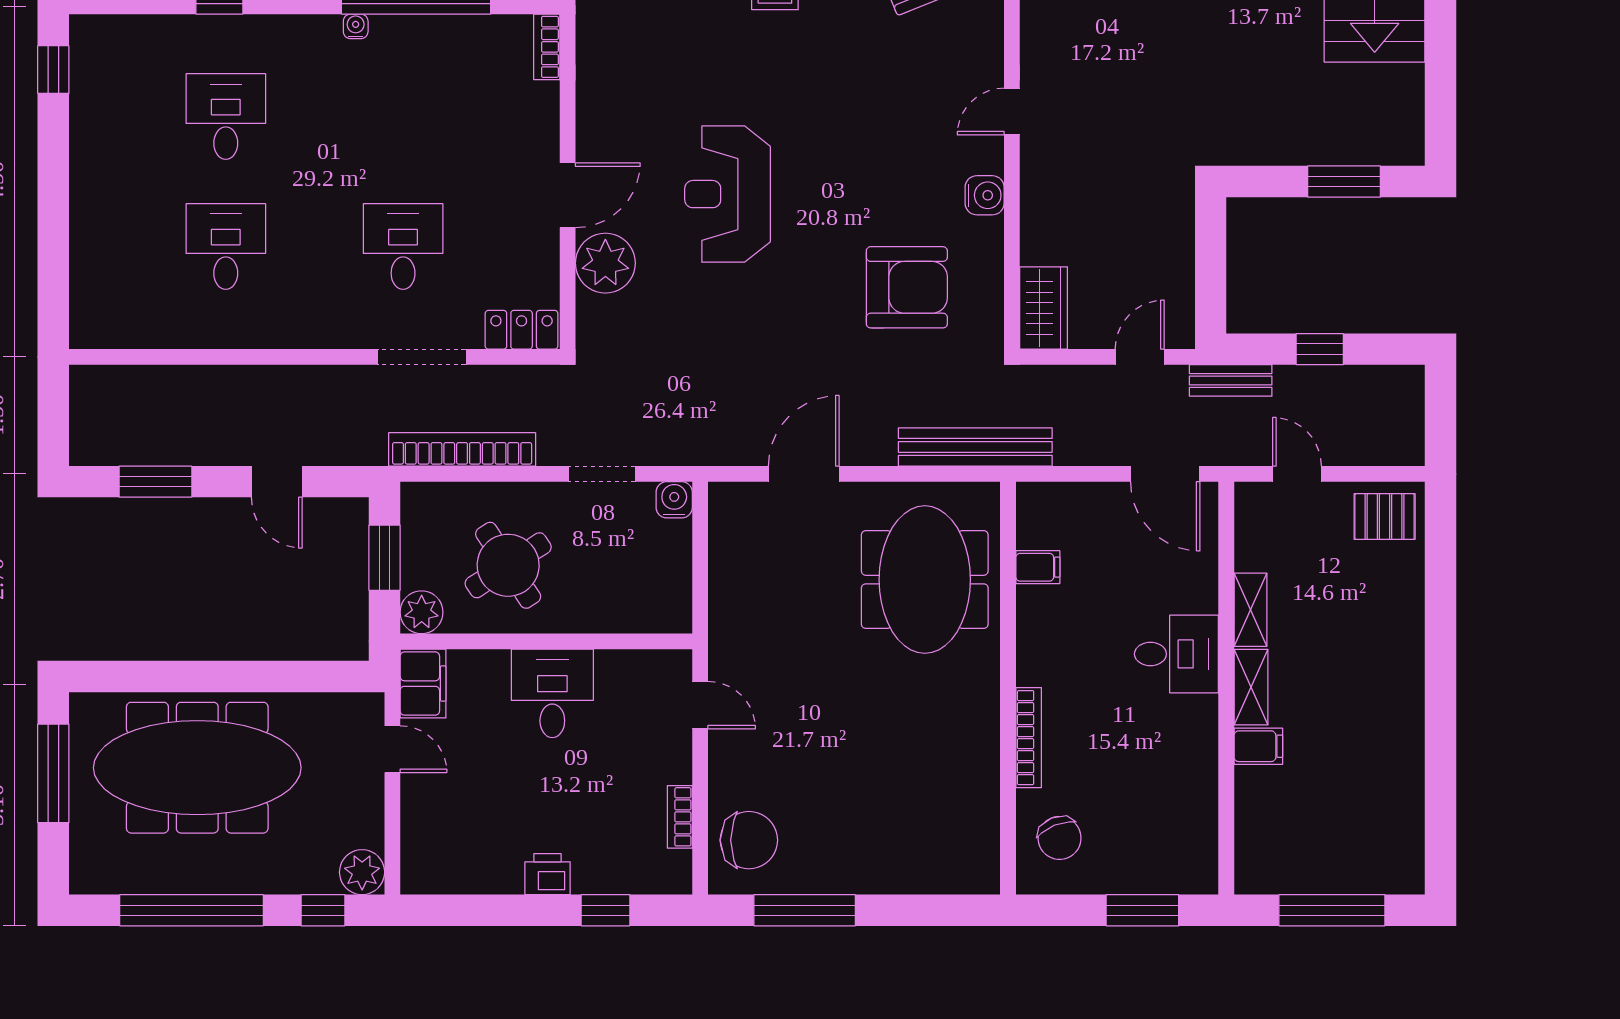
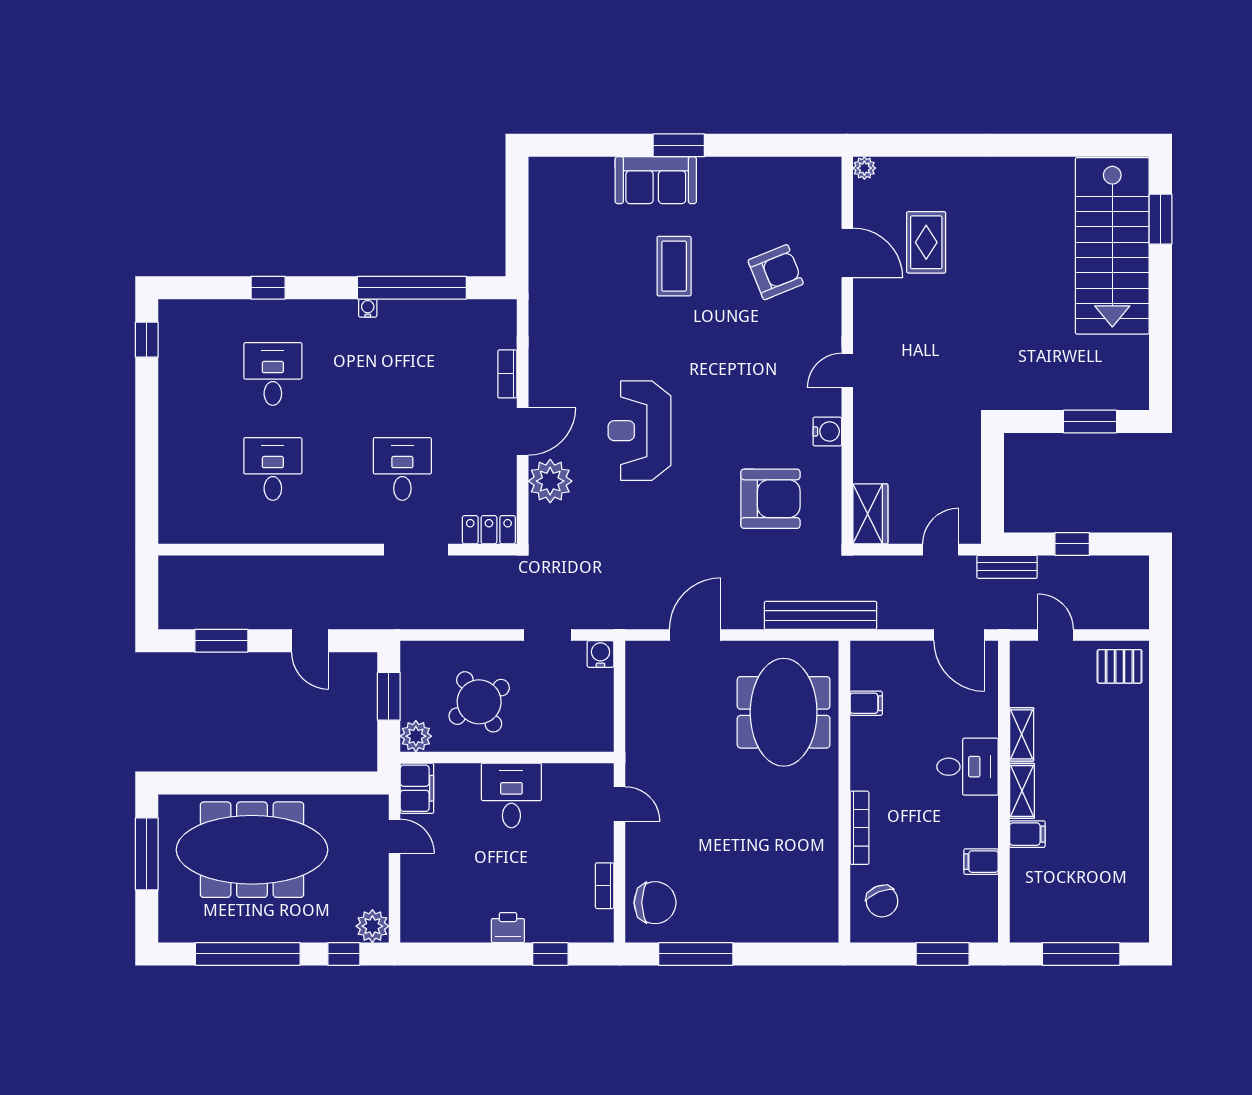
bookcase: (547, 47) -> (507, 374), moved
bookcase: (462, 449) -> (445, 617), removed
filing cabinet: (1195, 784) -> (981, 862), added

